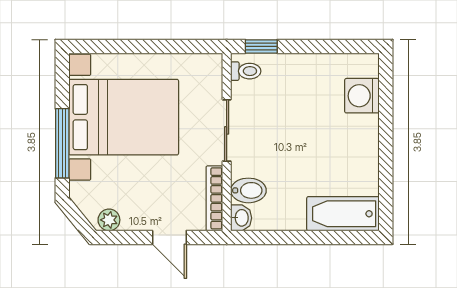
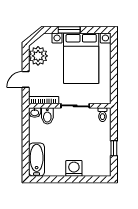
window: (261, 46) -> (114, 148), moved
washing machine: (362, 96) -> (74, 168), moved
window: (62, 143) -> (69, 30), width x0.69
plant: (109, 220) -> (38, 56), width x1.87, depth x1.87

